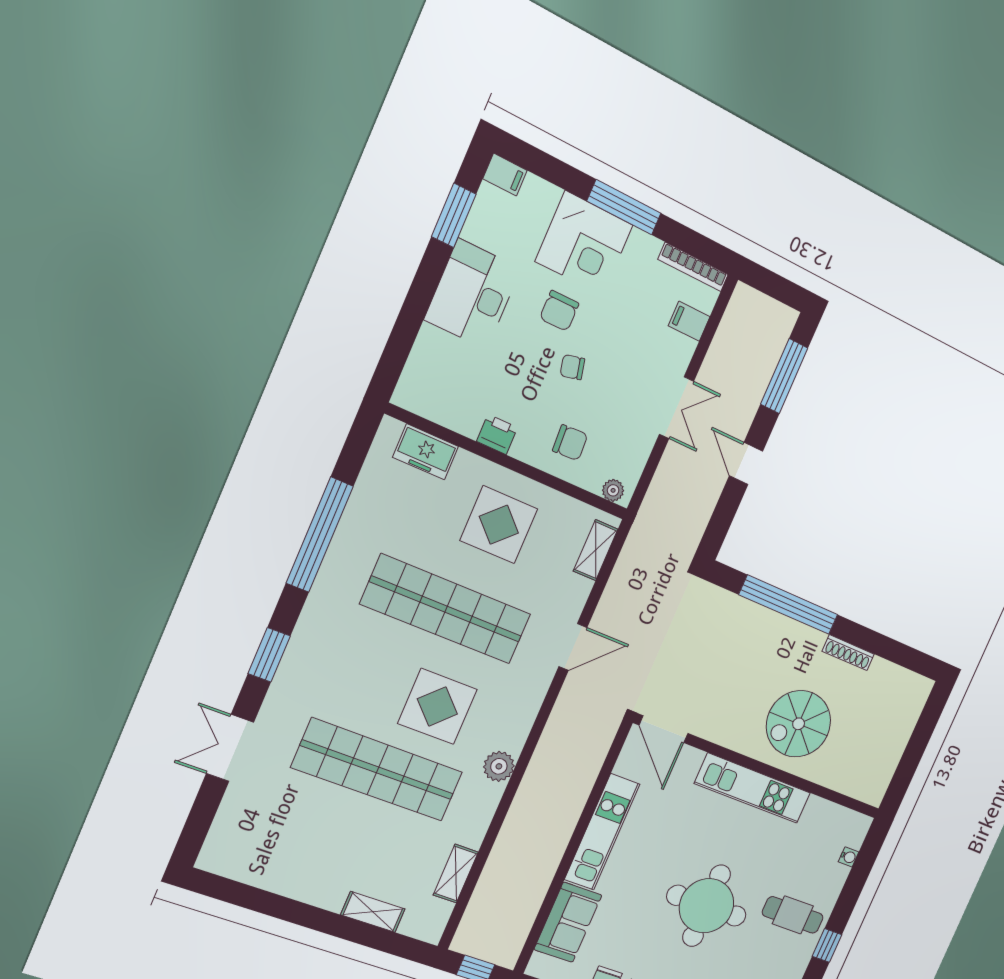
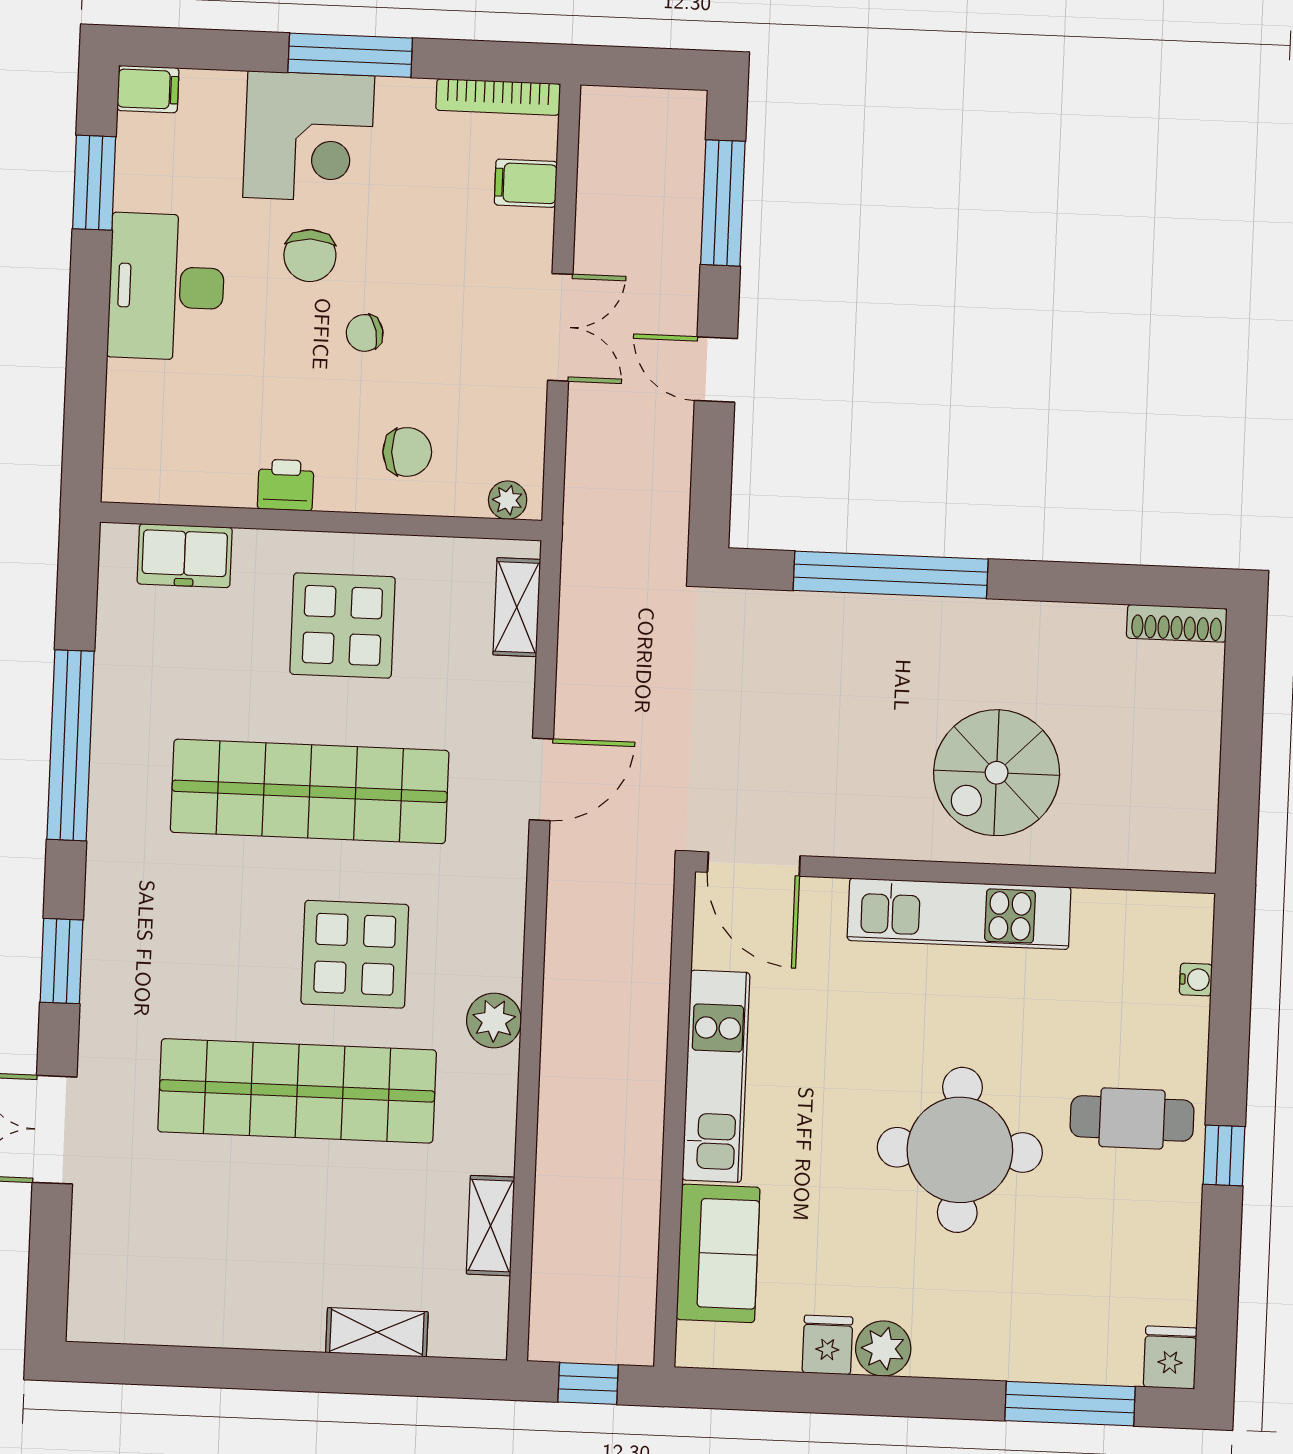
shoe rack: (848, 653) -> (1177, 623), moved

